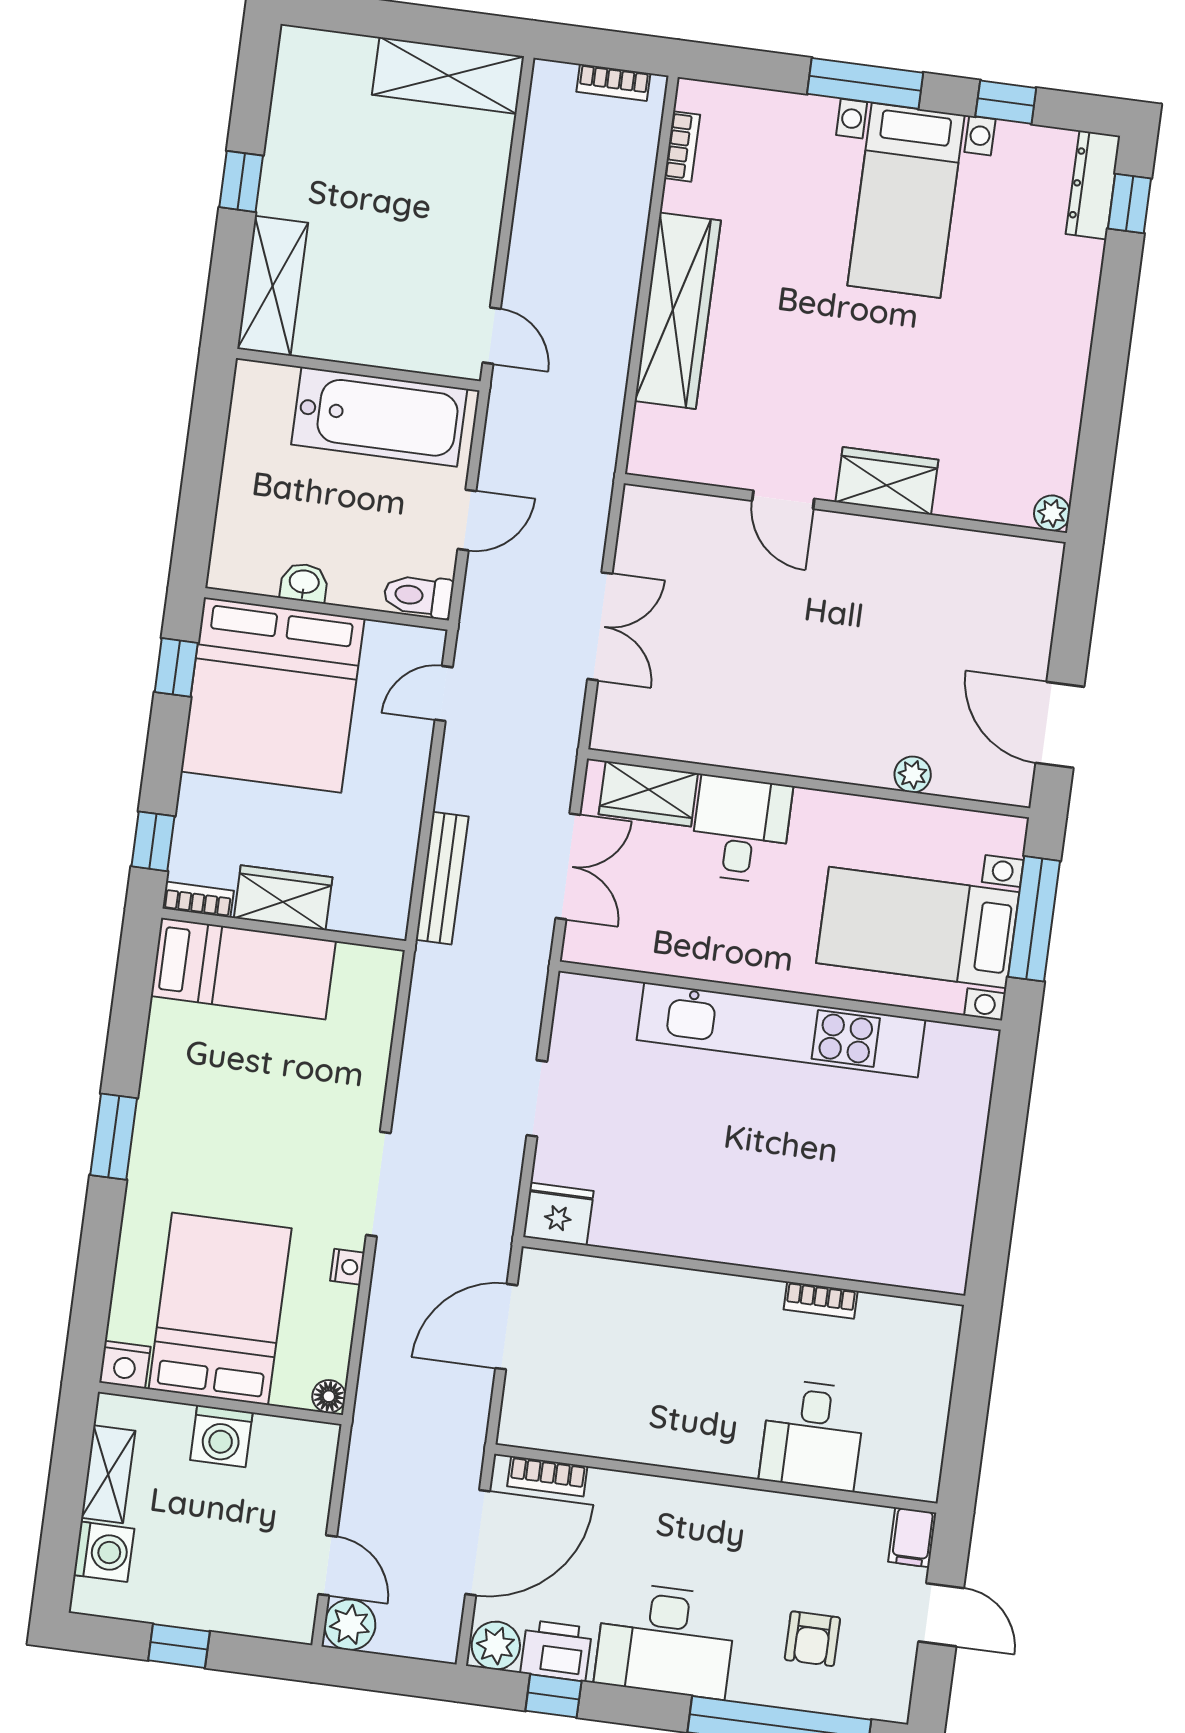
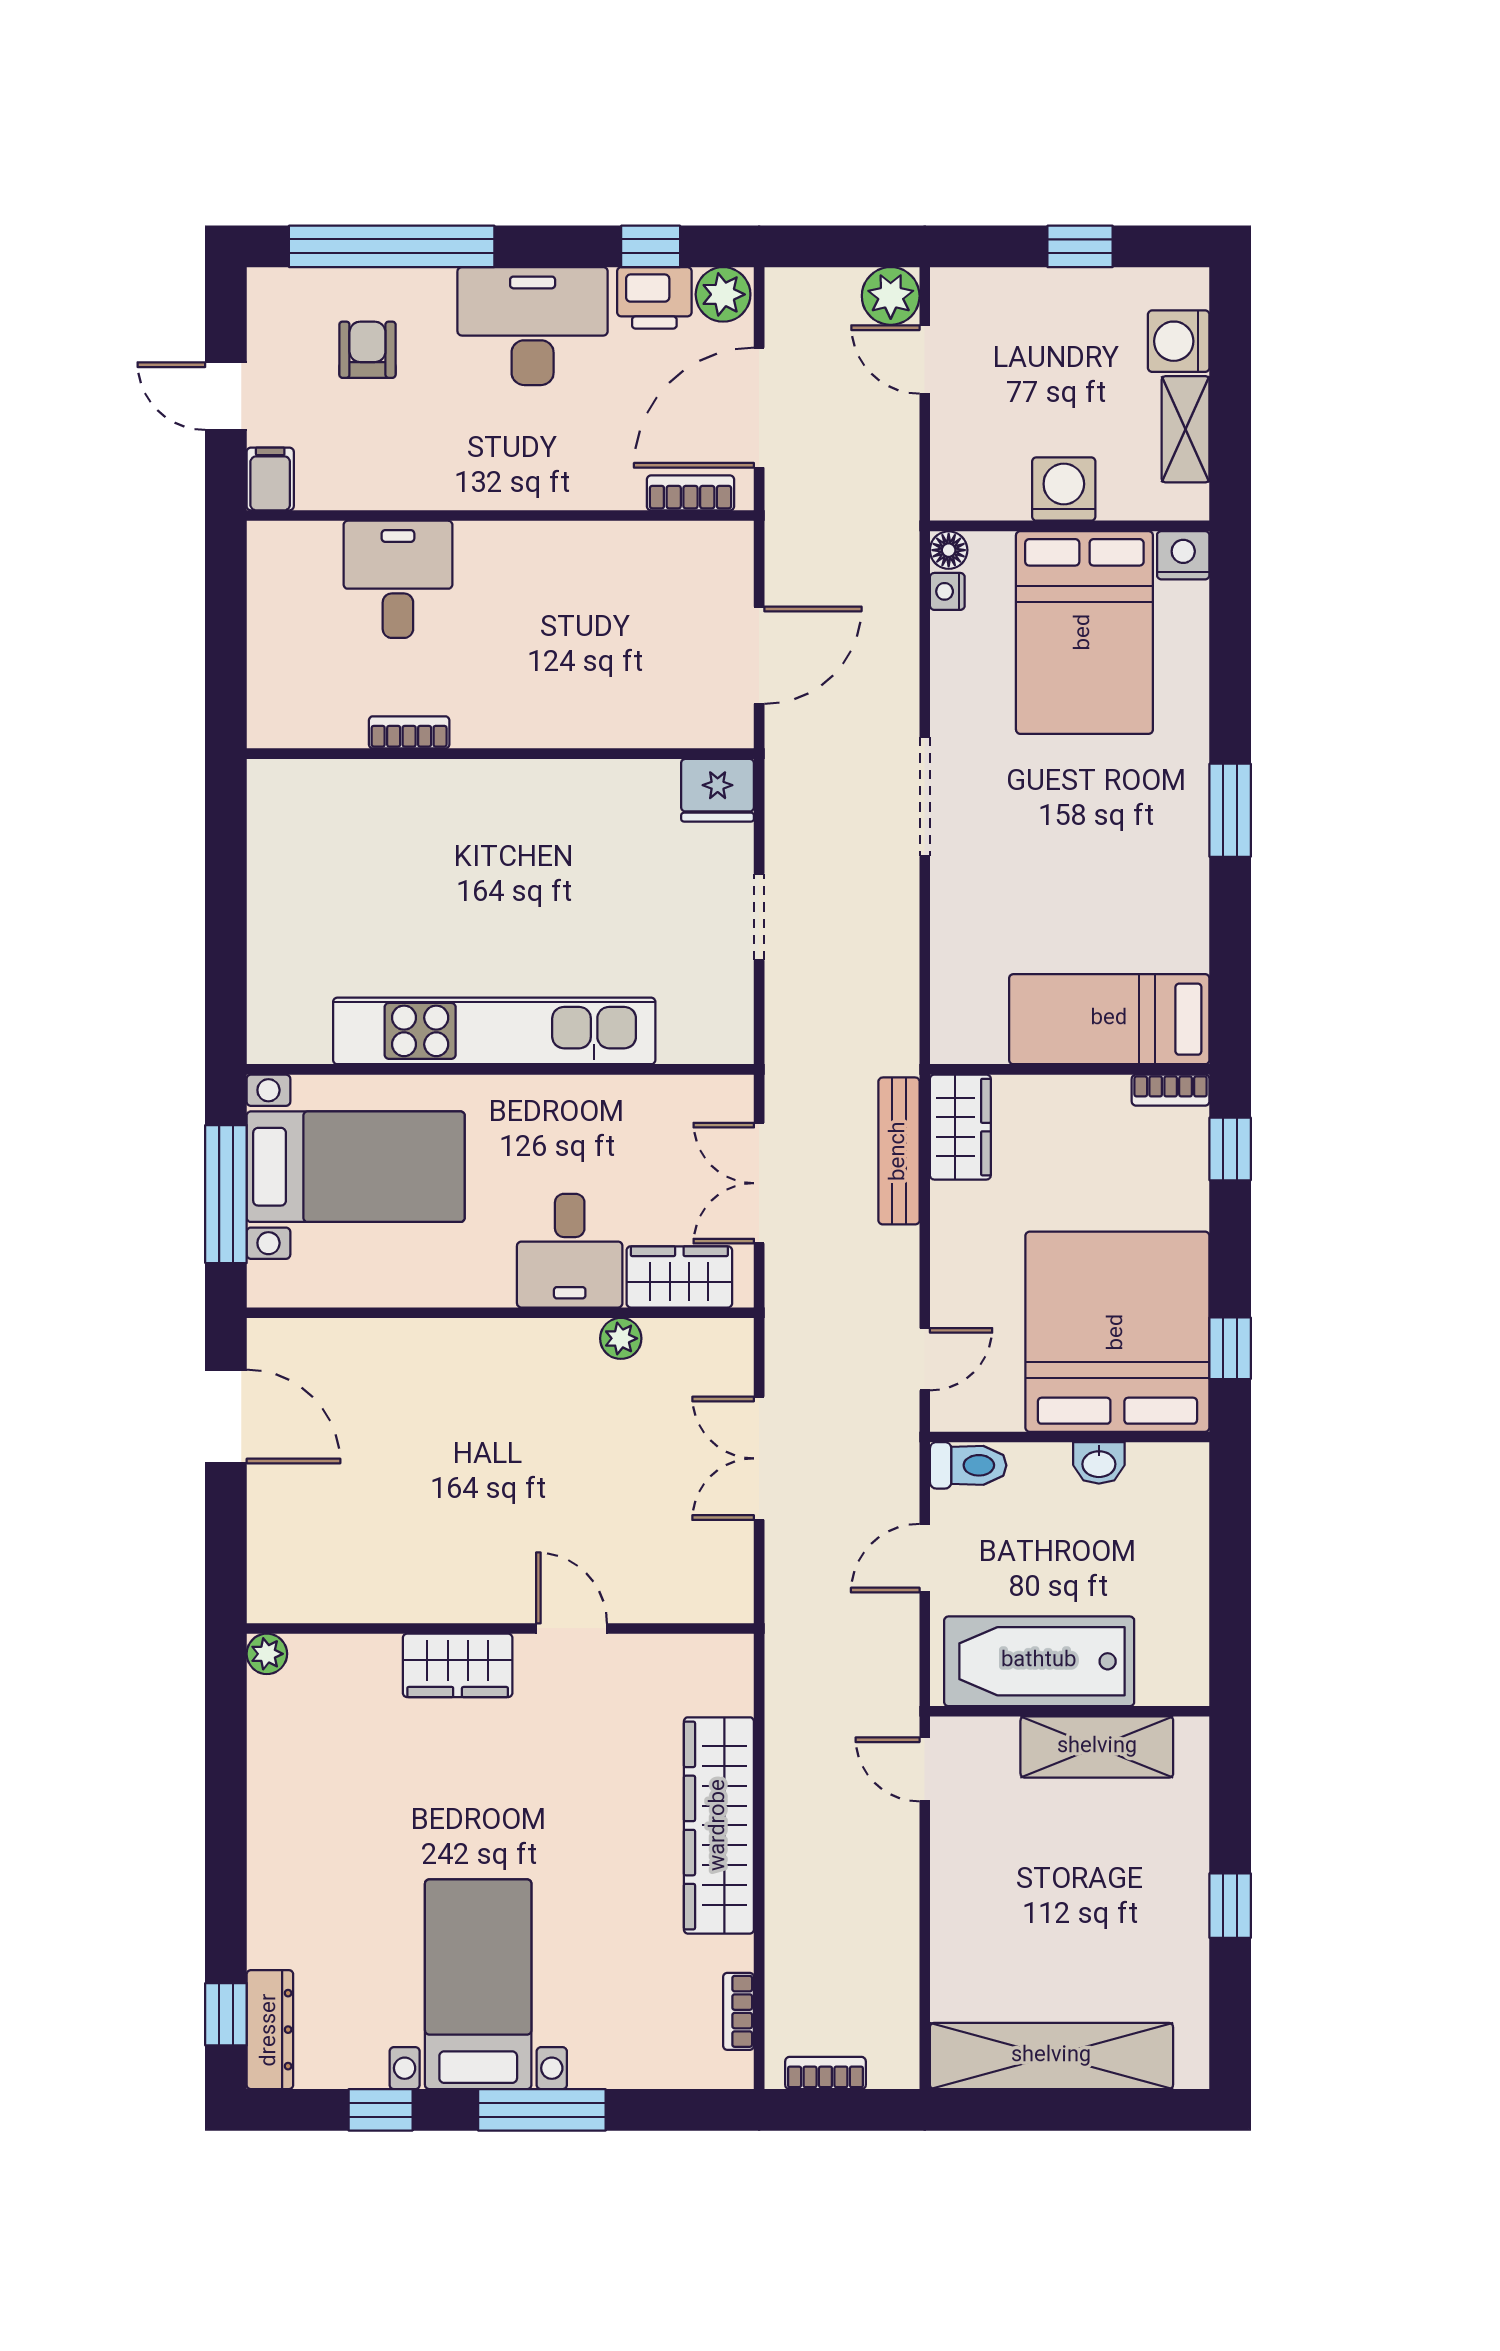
shelving: (448, 76) -> (1051, 2056), width x1.47
shelving: (273, 286) -> (1097, 1747), moved, turned 90
plant: (913, 774) -> (621, 1338), moved
wardrobe: (283, 898) -> (960, 1127), moved, turned -90
nightstand: (347, 1267) -> (947, 591), moved

